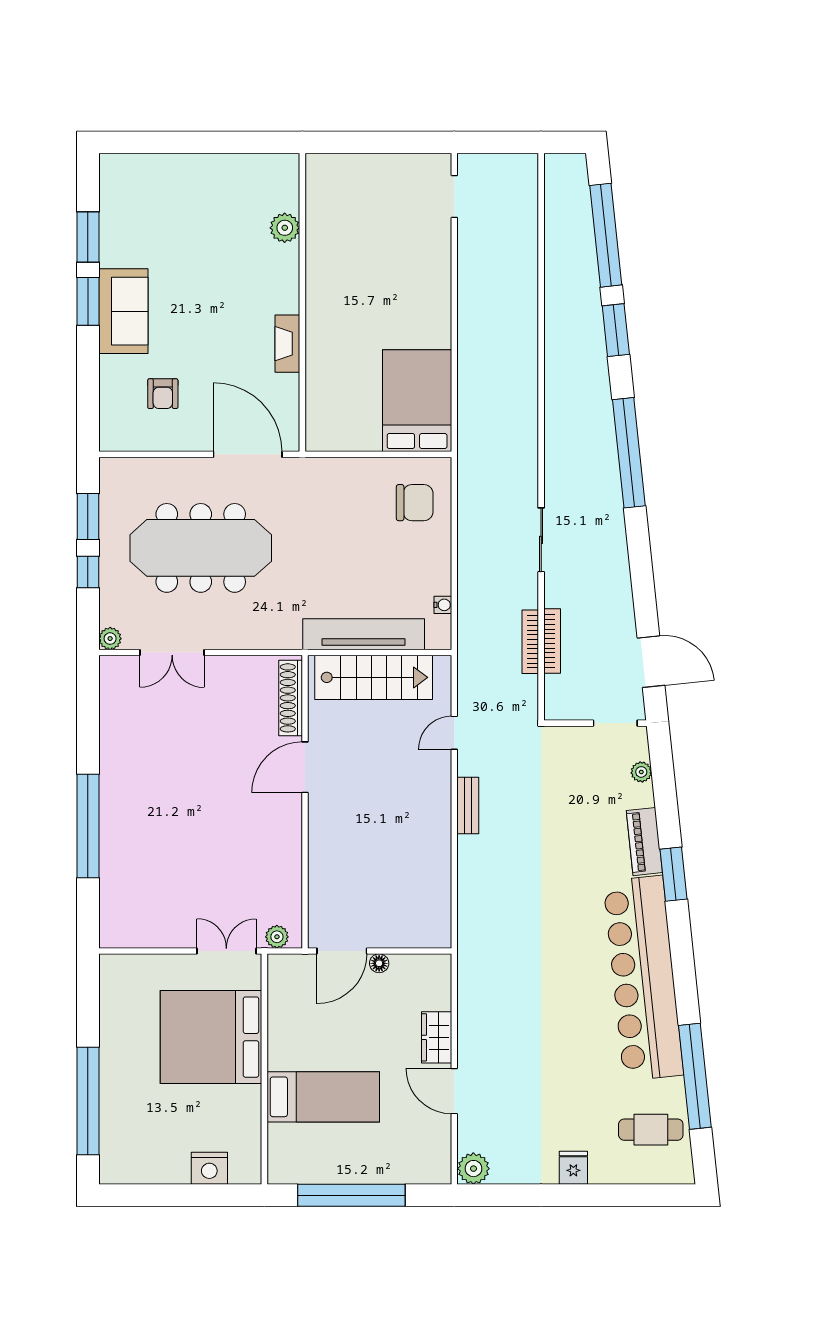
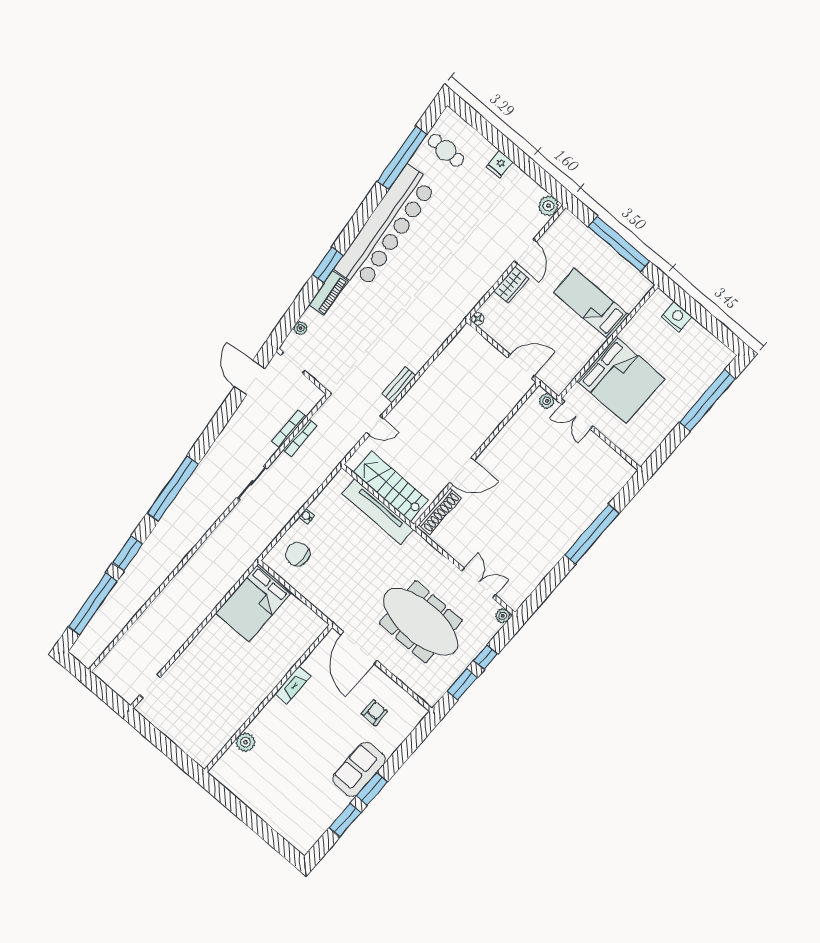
water cooler: (443, 605) -> (307, 516), moved
floor lamp: (379, 963) -> (478, 319), moved

